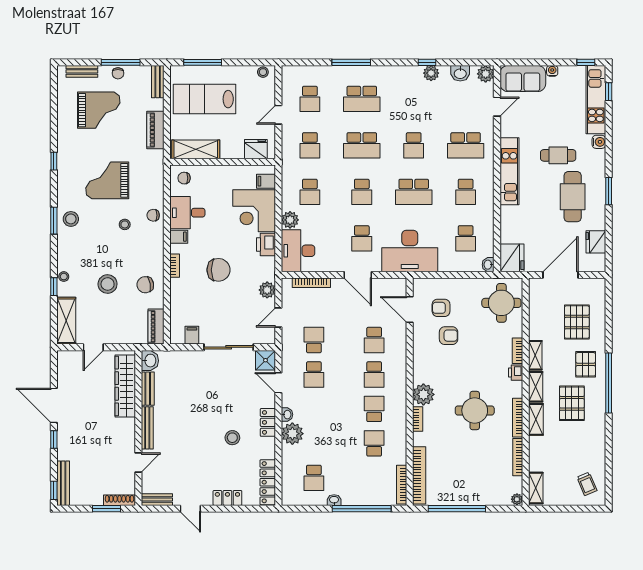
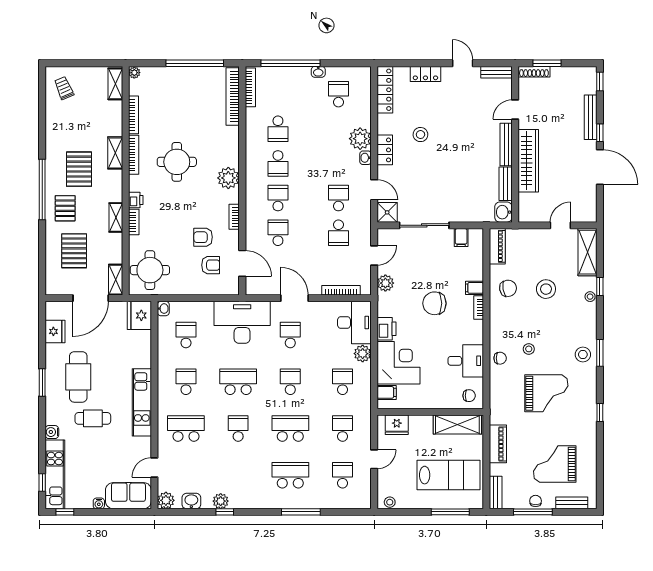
filing cabinet: (179, 237) -> (474, 288), moved
wardrobe: (125, 386) -> (528, 161), moved
shelving: (536, 387) -> (116, 280), moved
bookcase: (418, 419) -> (234, 217), moved
bench: (63, 483) -> (591, 117), moved

